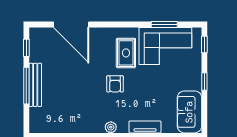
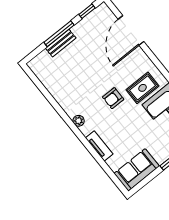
bench: (35, 85) -> (61, 43), width x0.73

